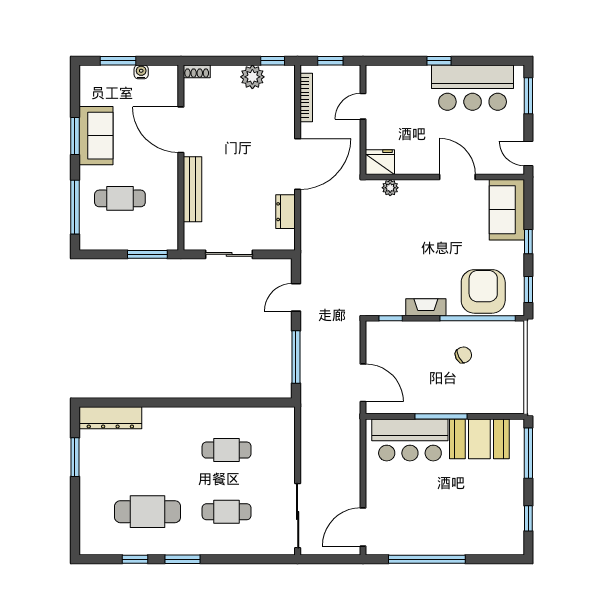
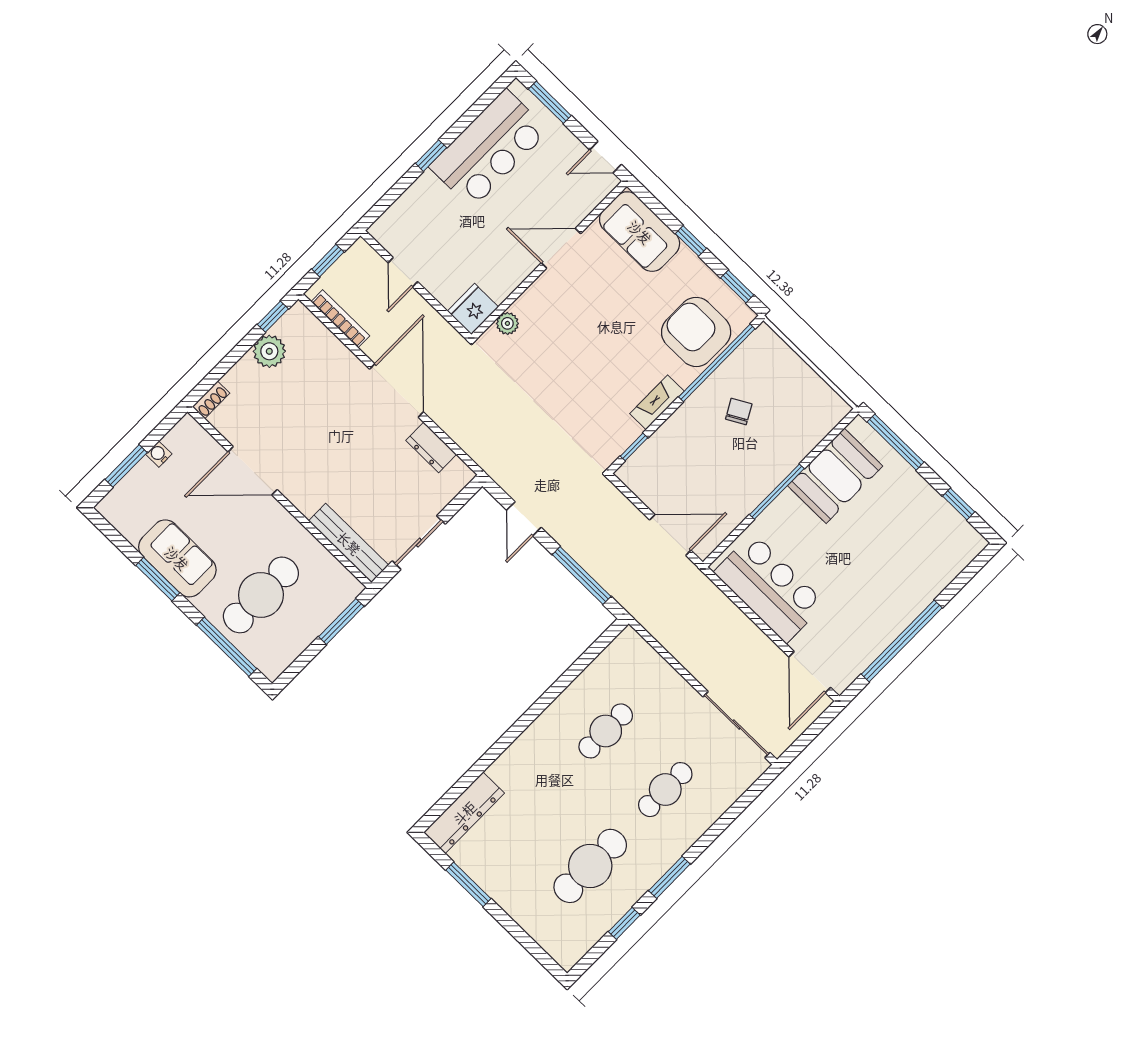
bench: (193, 189) -> (349, 543), moved
cafe table: (120, 198) -> (261, 595), width x1.37, depth x1.35
bar counter: (410, 440) -> (770, 588), moved, turned -90

